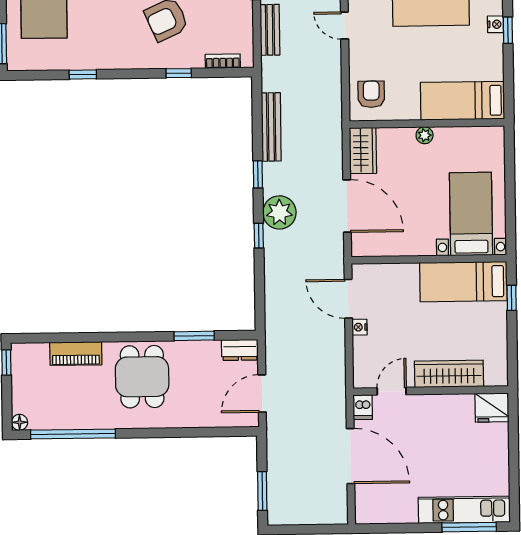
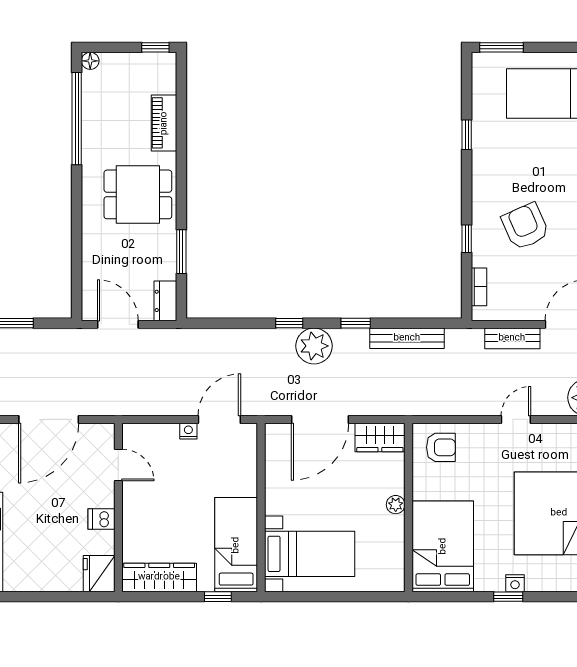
bed: (462, 101) -> (443, 546), width x1.50
wardrobe: (449, 374) -> (159, 577), moved, turned -90
dishwasher: (363, 407) -> (101, 519), moved

